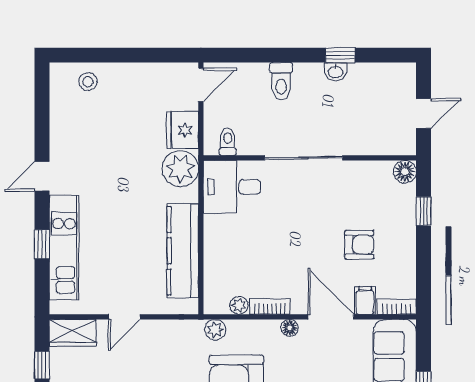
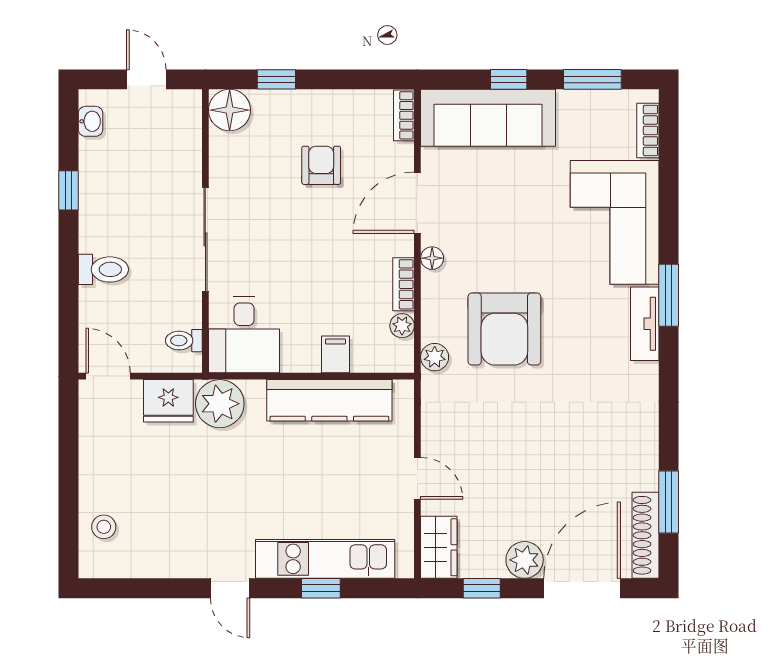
washbasin: (335, 72) -> (90, 121), moved
floor lamp: (405, 172) -> (230, 110), width x1.38, depth x1.38
filing cabinet: (365, 301) -> (335, 354), moved, turned 90

